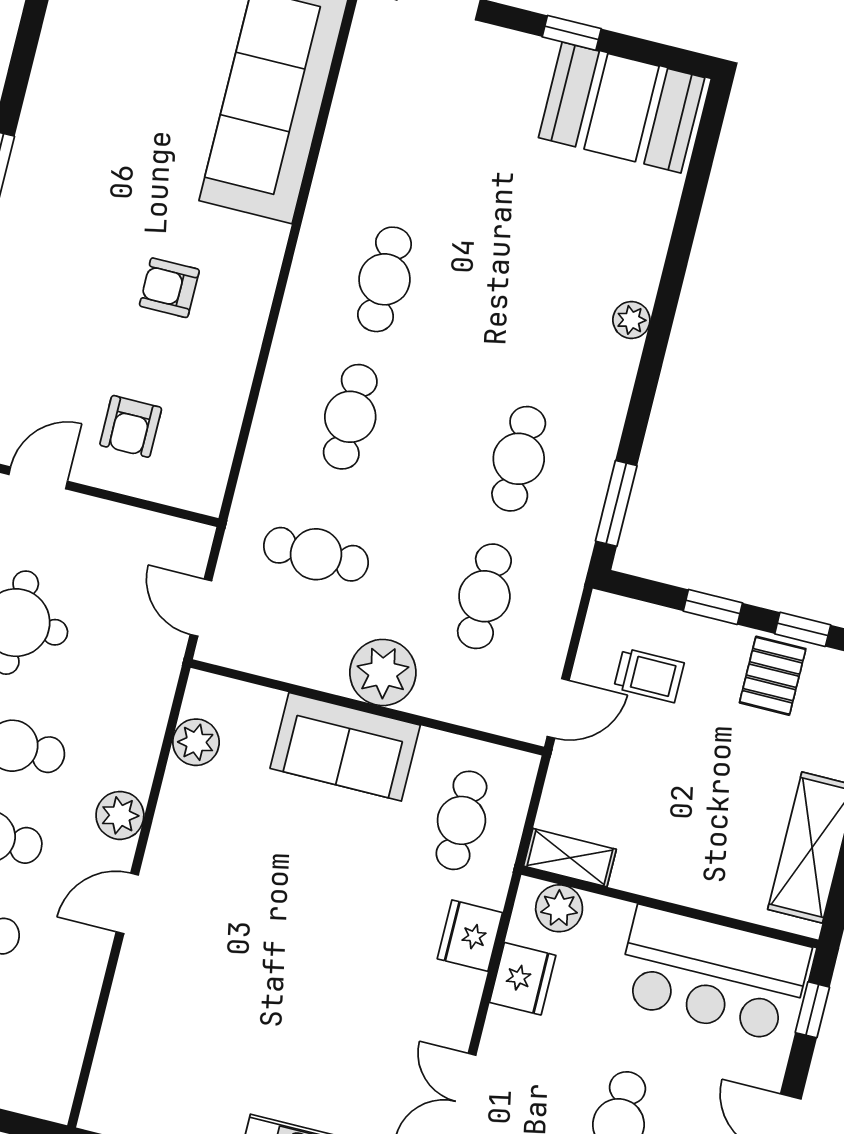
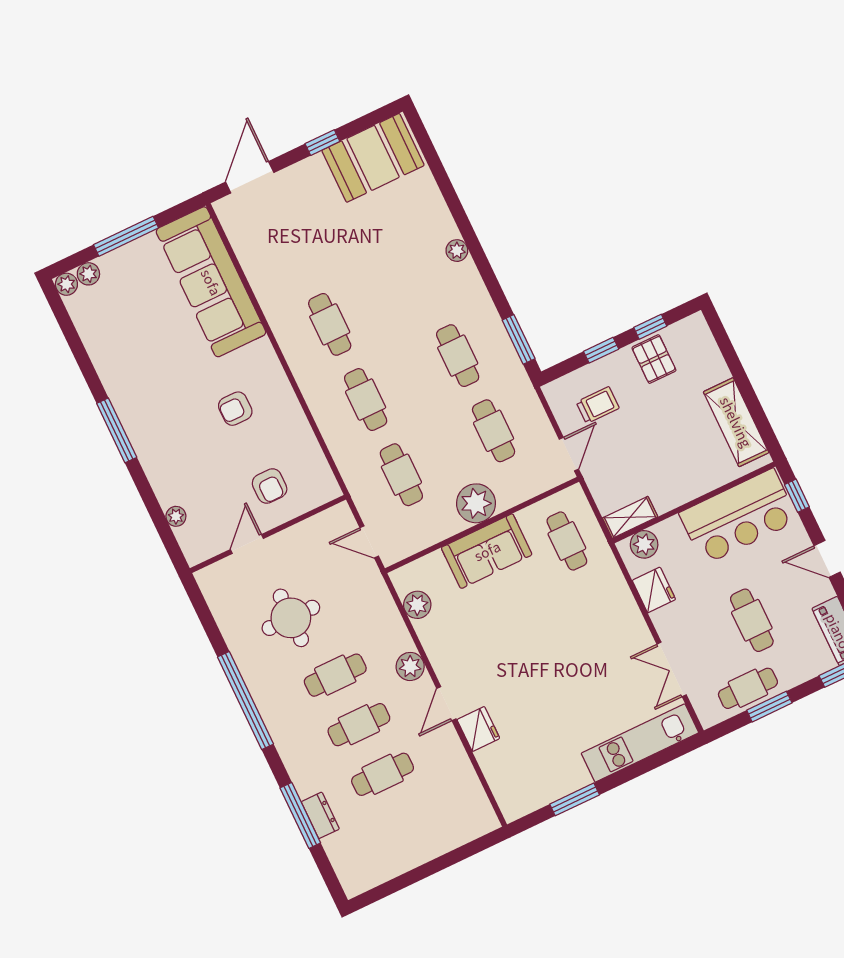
cafe table: (316, 554) -> (401, 475), turned 90
fridge: (470, 936) -> (478, 729), moved, turned 180

